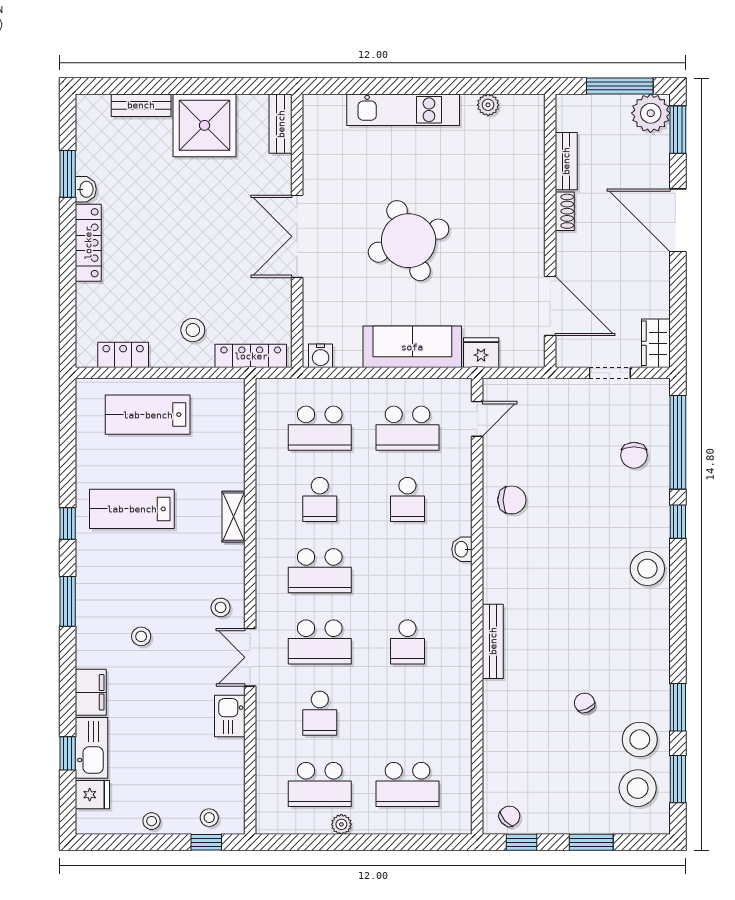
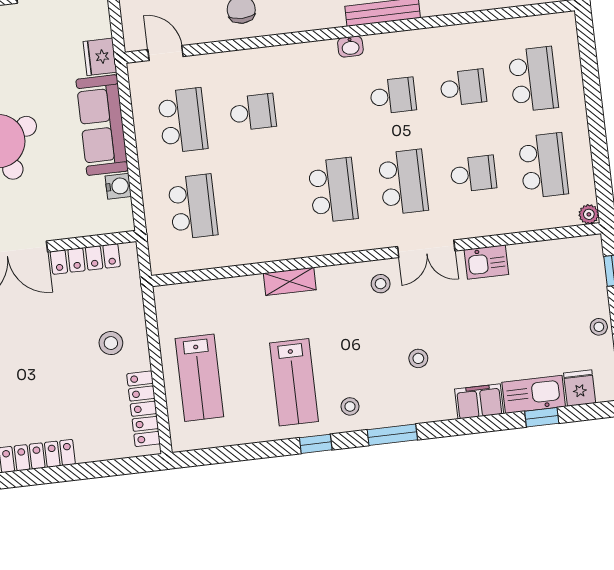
locker: (123, 355) -> (144, 409), width x1.53
locker: (251, 356) -> (85, 259), moved, turned -90
water cooler: (321, 356) -> (118, 186), moved
school desk: (320, 499) -> (463, 88), moved
washbasin: (462, 549) -> (350, 47), moved
stool: (209, 818) -> (350, 406), moved
plant: (341, 824) -> (589, 214), moved

